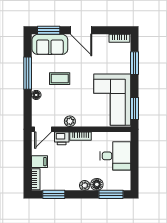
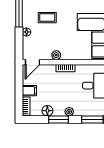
printer: (62, 138) -> (49, 70), removed
floor lamp: (97, 184) -> (47, 111), moved
window: (54, 194) -> (59, 119), moved

